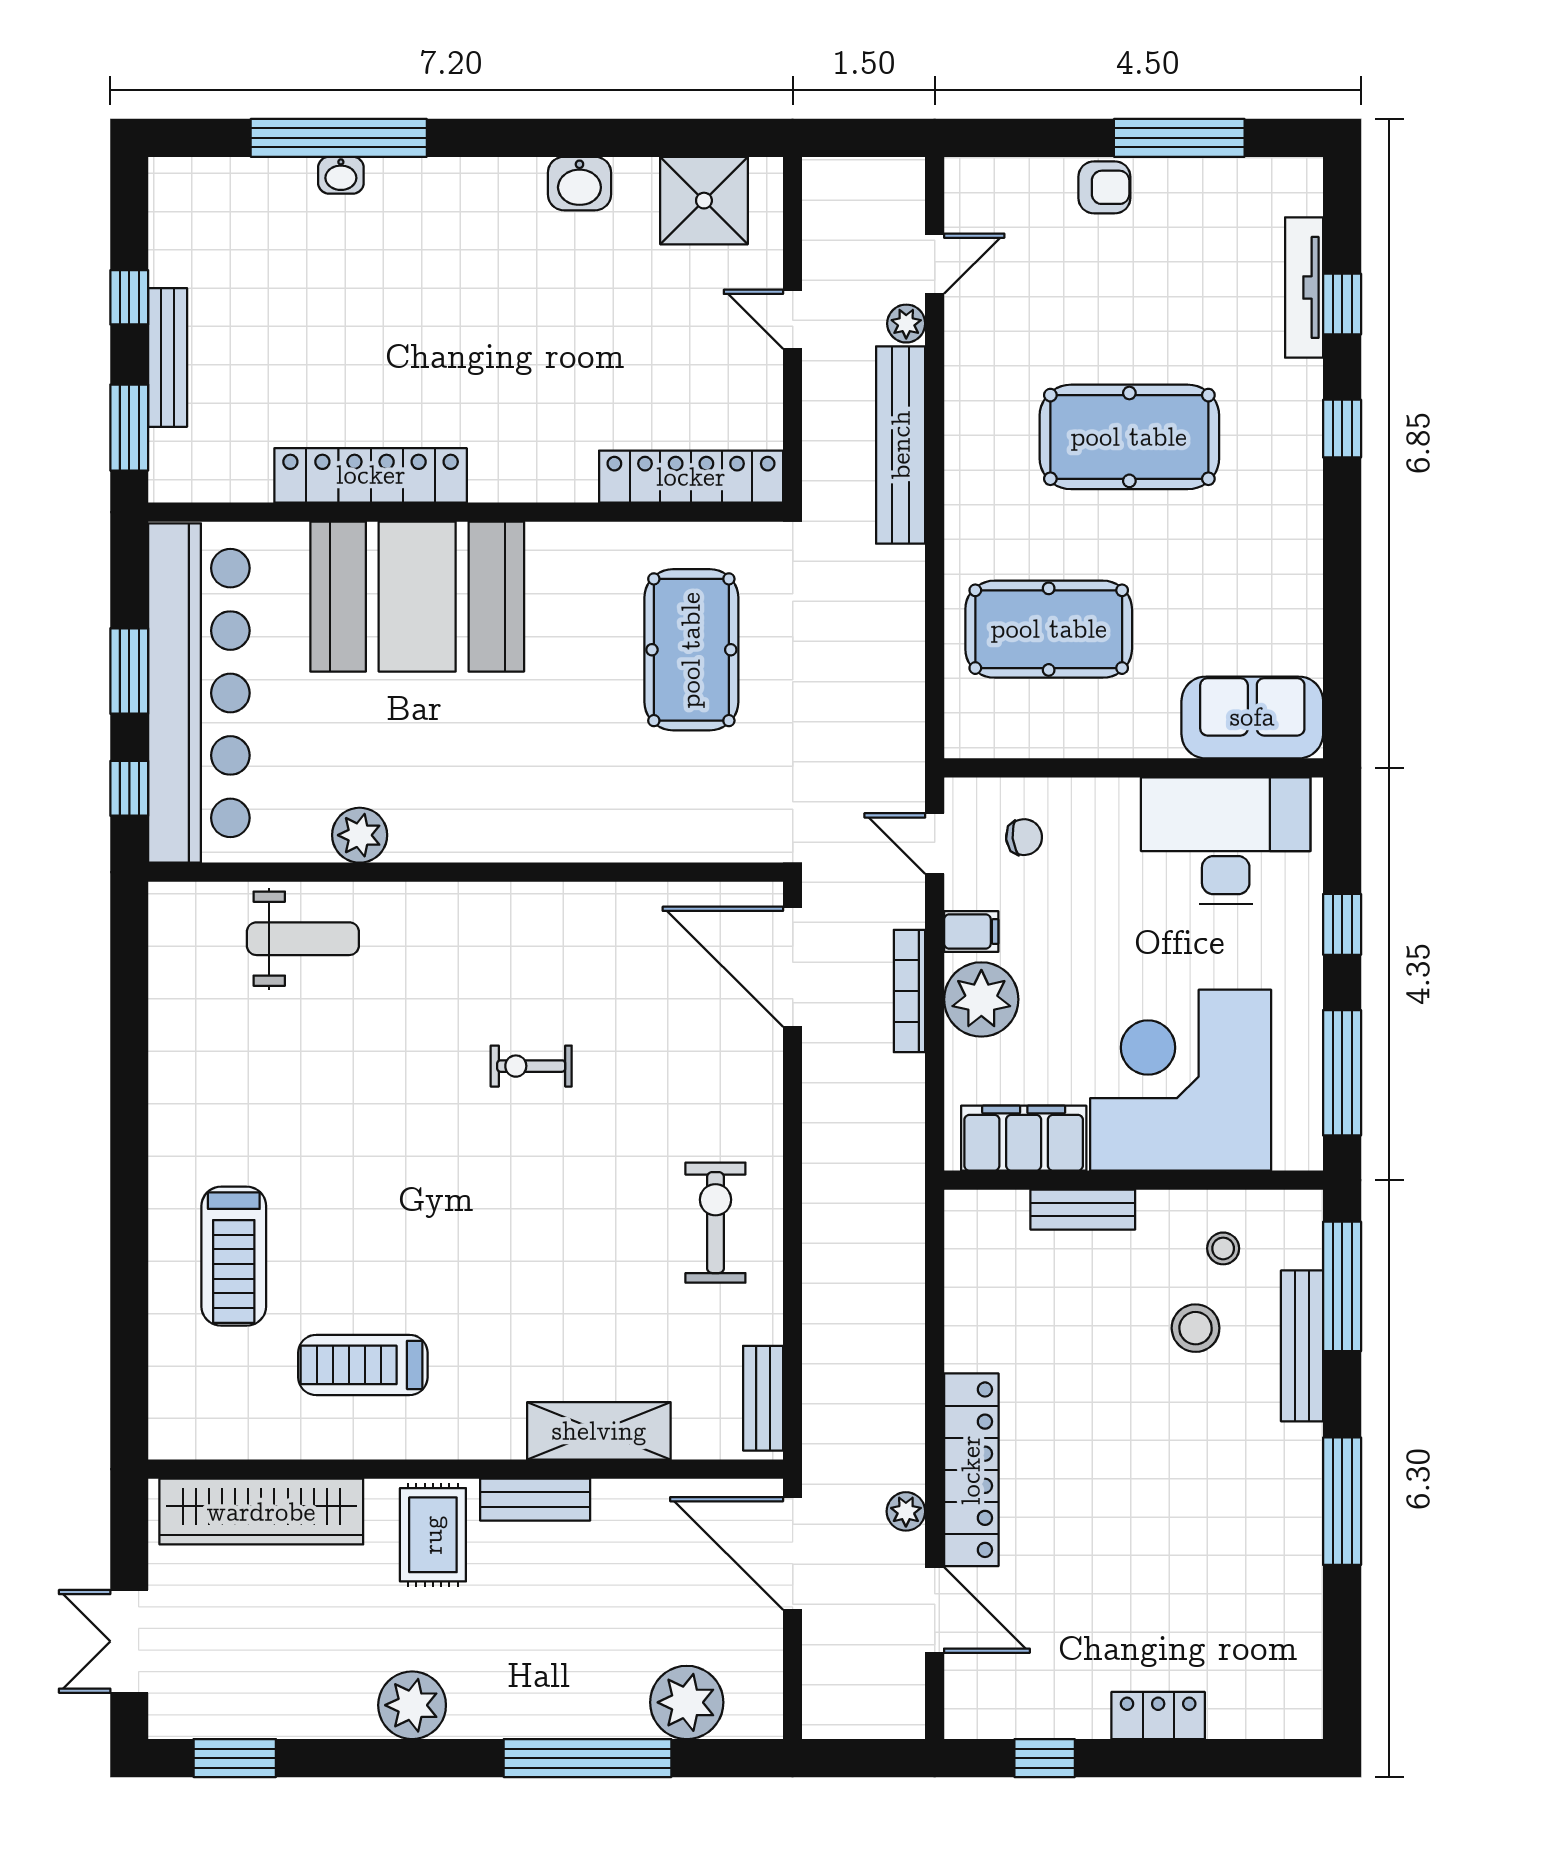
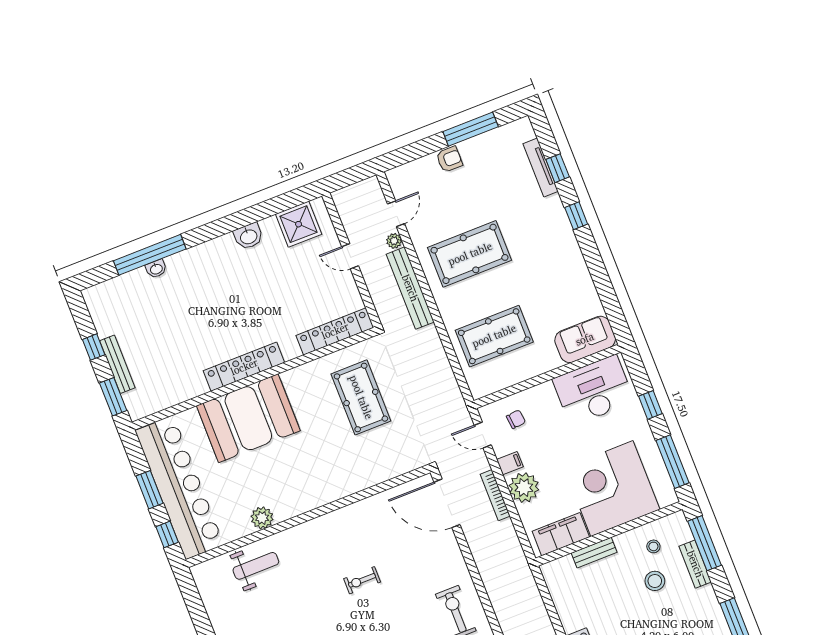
pool table: (1129, 437) -> (470, 254), moved
locker: (371, 475) -> (244, 367), moved
bench: (1302, 1346) -> (695, 564), width x0.73

